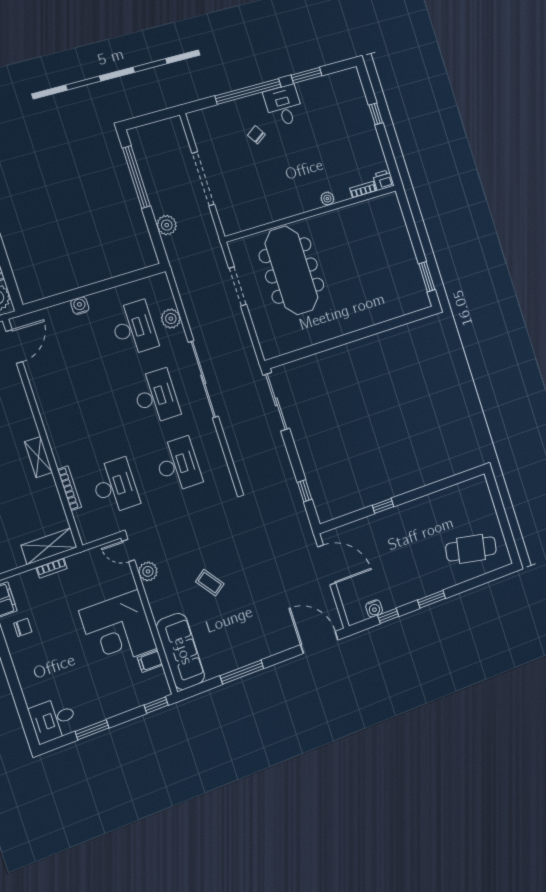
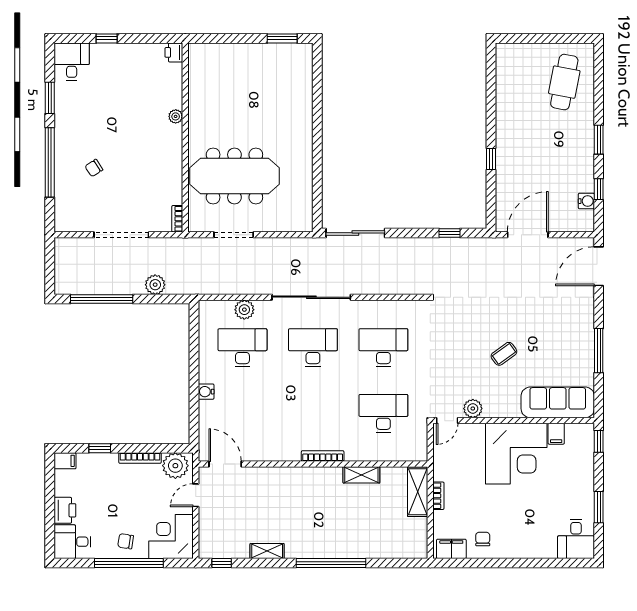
desk: (284, 106) -> (72, 62), moved, turned 90
bookcase: (363, 190) -> (177, 219), moved
shelving: (38, 457) -> (361, 475), moved
bookcase: (69, 488) -> (323, 456), moved

